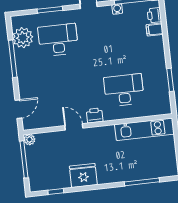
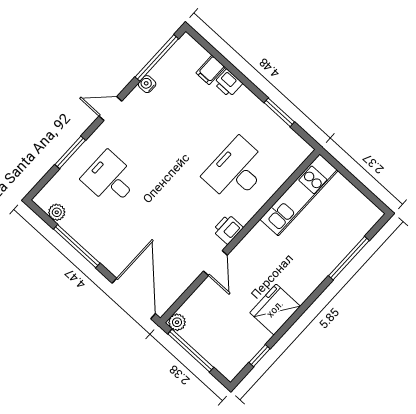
printer: (154, 15) -> (228, 83), moved
plant: (23, 38) -> (57, 212), width x0.53, depth x0.53
desk: (58, 40) -> (110, 179), width x0.73
door: (18, 109) -> (134, 298), width x1.87
door: (74, 127) -> (215, 263), swing flipped

